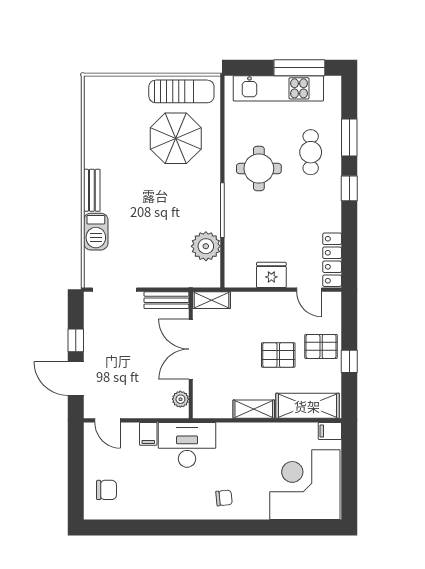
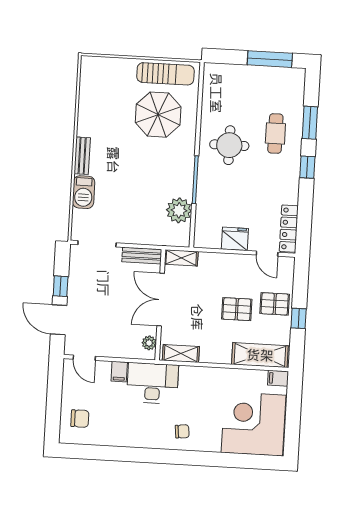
kitchen unit: (278, 88) -> (250, 76), removed
shelving: (254, 409) -> (181, 354), moved

